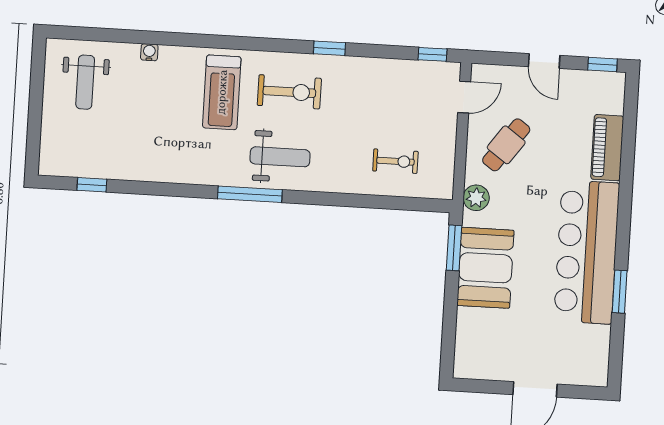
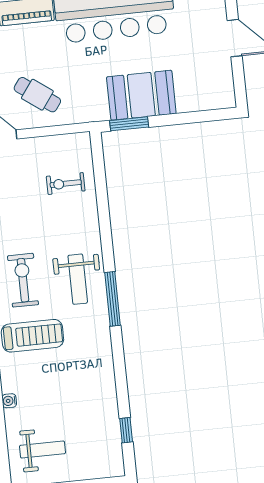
weight bench: (280, 157) -> (78, 279), turned 180
exercise bike: (395, 161) -> (66, 184), turned -90
plant: (476, 198) -> (85, 112), removed

